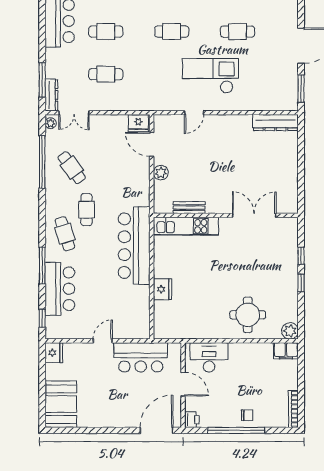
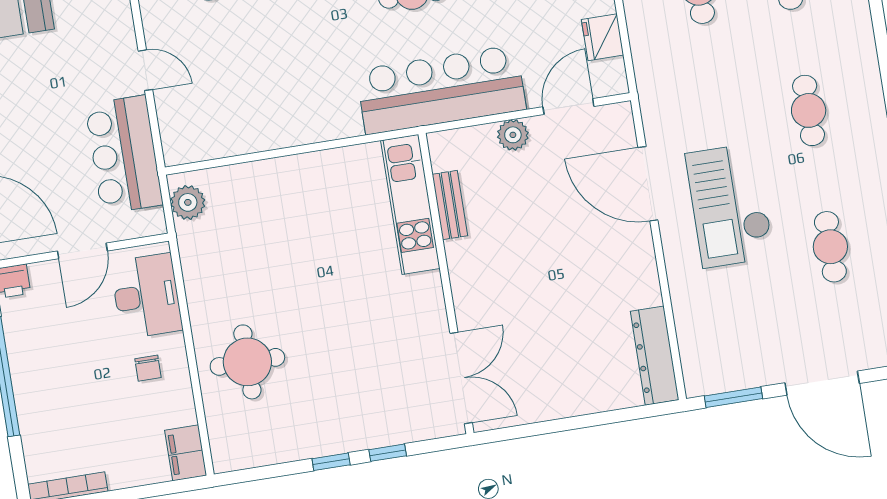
checkout: (210, 76) -> (730, 205), turned 180
door: (194, 113) -> (648, 184), width x1.88
fridge: (138, 123) -> (603, 37), moved
double door: (254, 215) -> (461, 378), moved
bar counter: (134, 246) -> (441, 90), moved
fridge: (162, 289) -> (272, 177), removed
plant: (290, 331) -> (188, 202), moved
chair: (247, 415) -> (148, 368), moved

